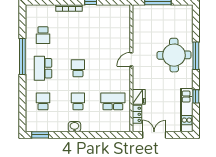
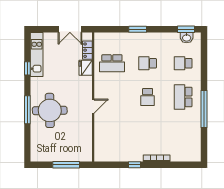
school desk: (43, 35) -> (183, 131), removed
school desk: (43, 68) -> (183, 97), turned 180
school desk: (43, 101) -> (183, 63), turned 90
school desk: (78, 101) -> (148, 63), turned 90
washbasin: (74, 127) -> (187, 38), moved
window: (88, 135) -> (138, 29), added

